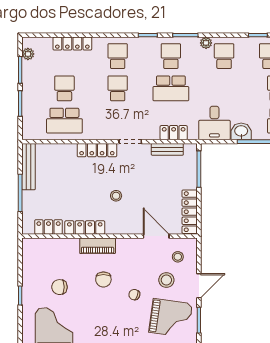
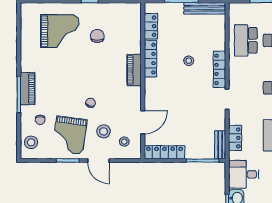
bench: (167, 149) -> (220, 145), moved
stool: (116, 196) -> (189, 61), moved
chair: (103, 279) -> (104, 75), removed

